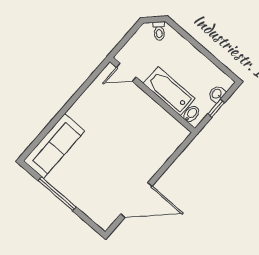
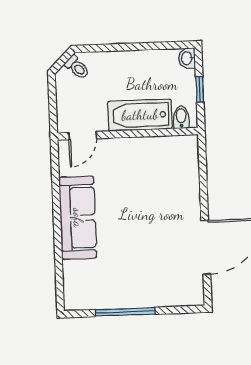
washbasin: (217, 94) -> (187, 58), moved
sofa: (54, 146) -> (78, 218), moved

